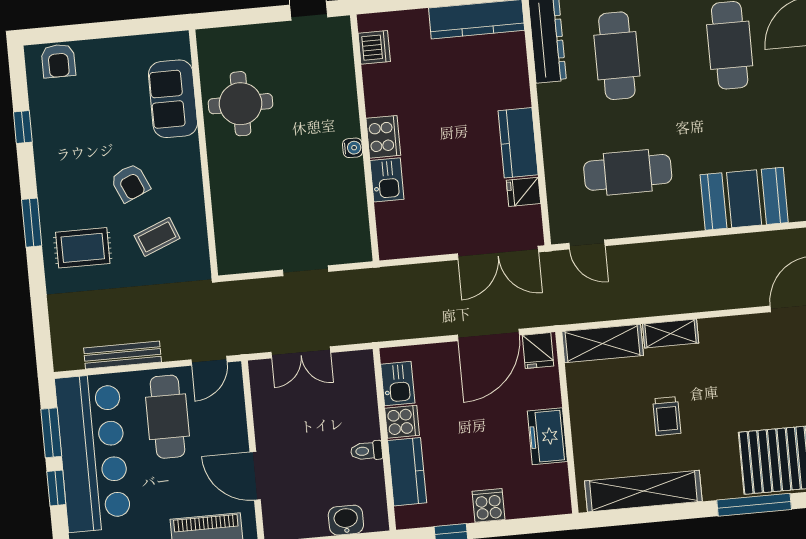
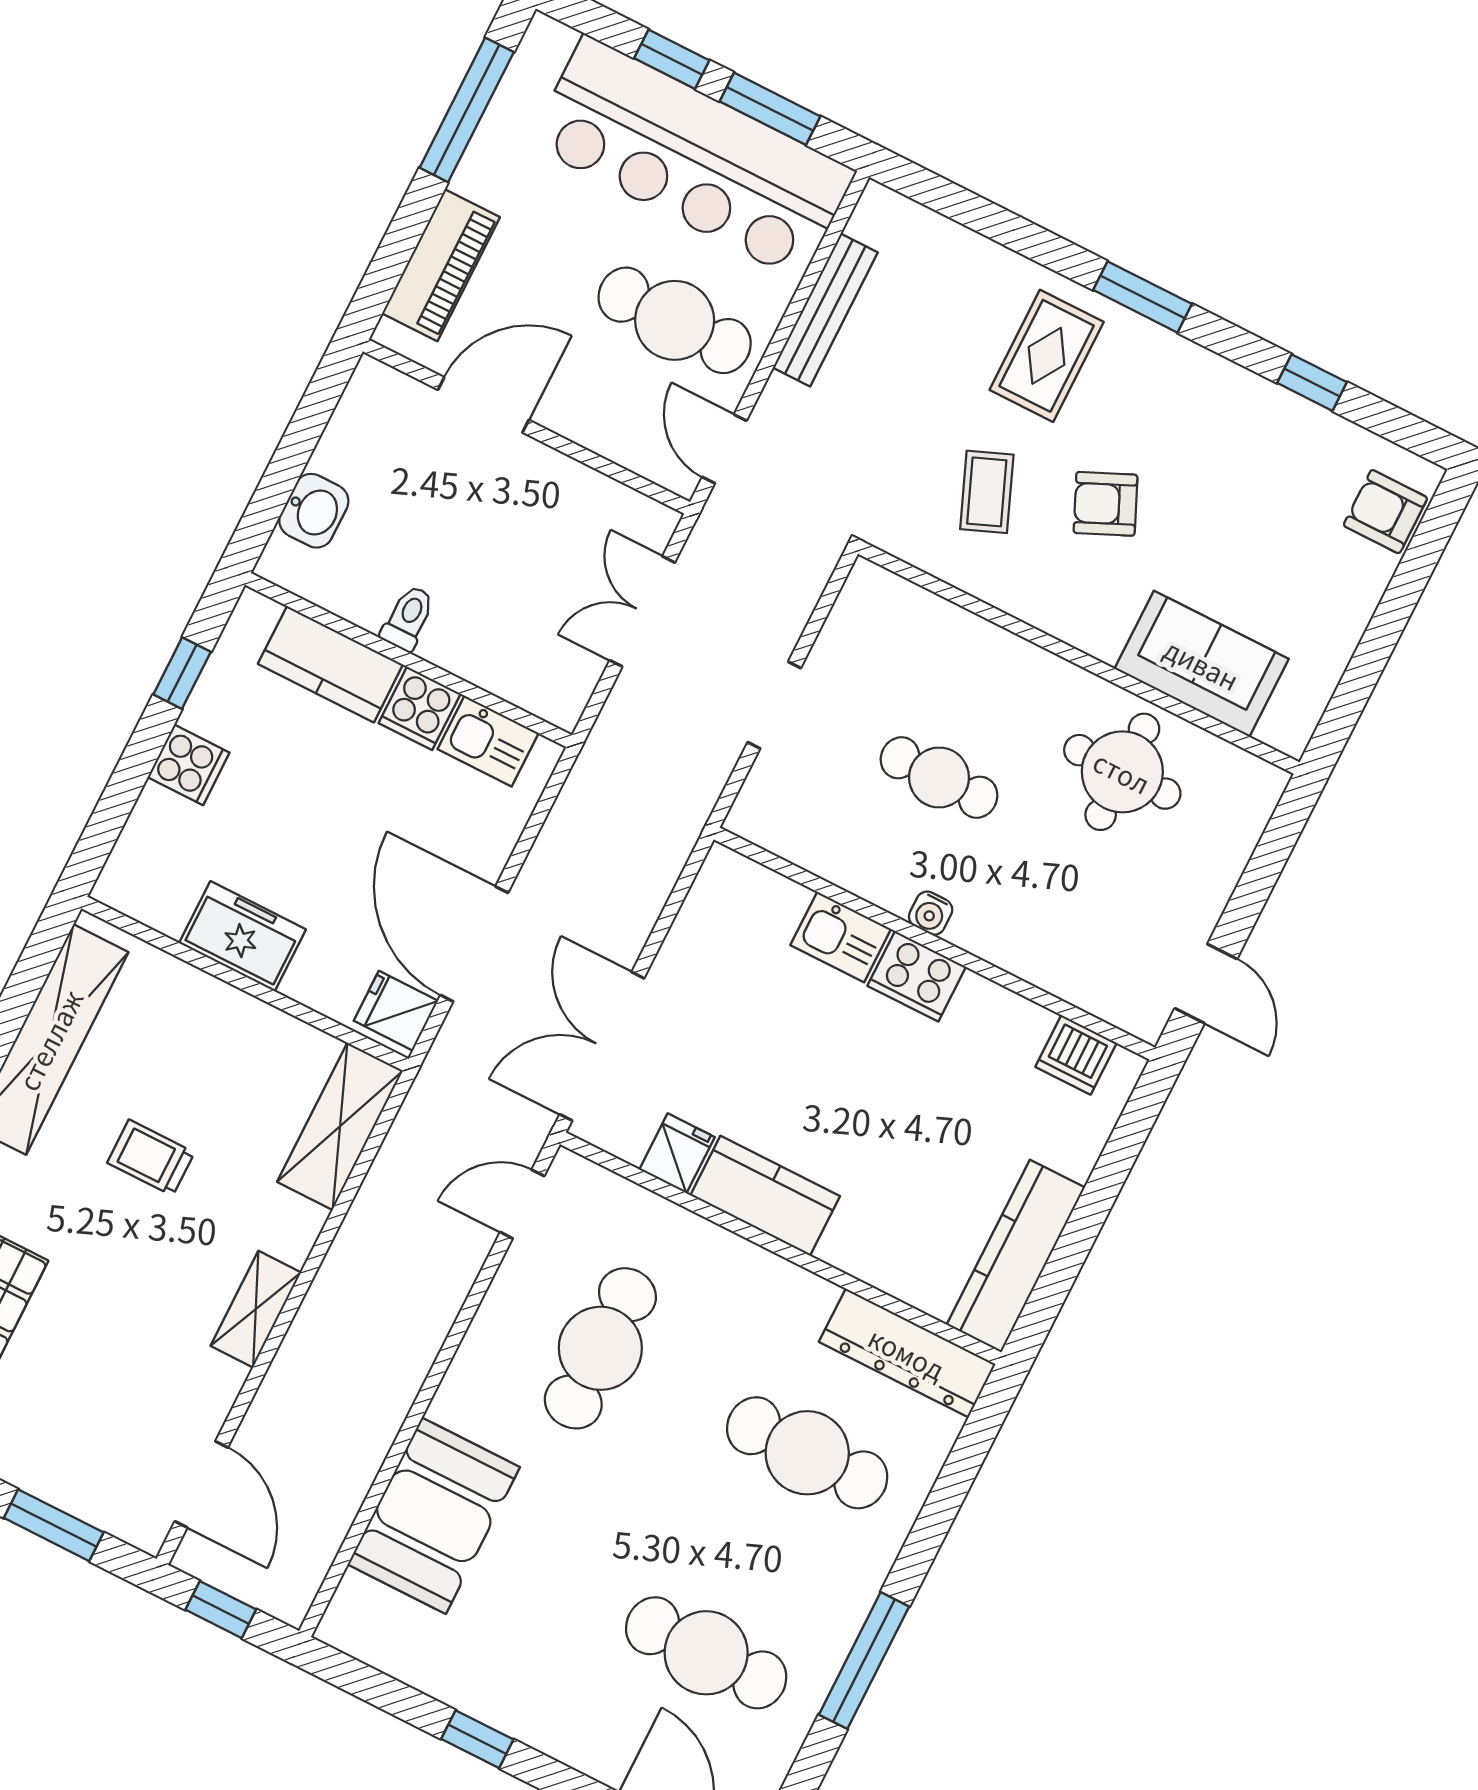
cafe table: (292, 181) -> (939, 777), added
shelving: (671, 333) -> (256, 1309), moved

